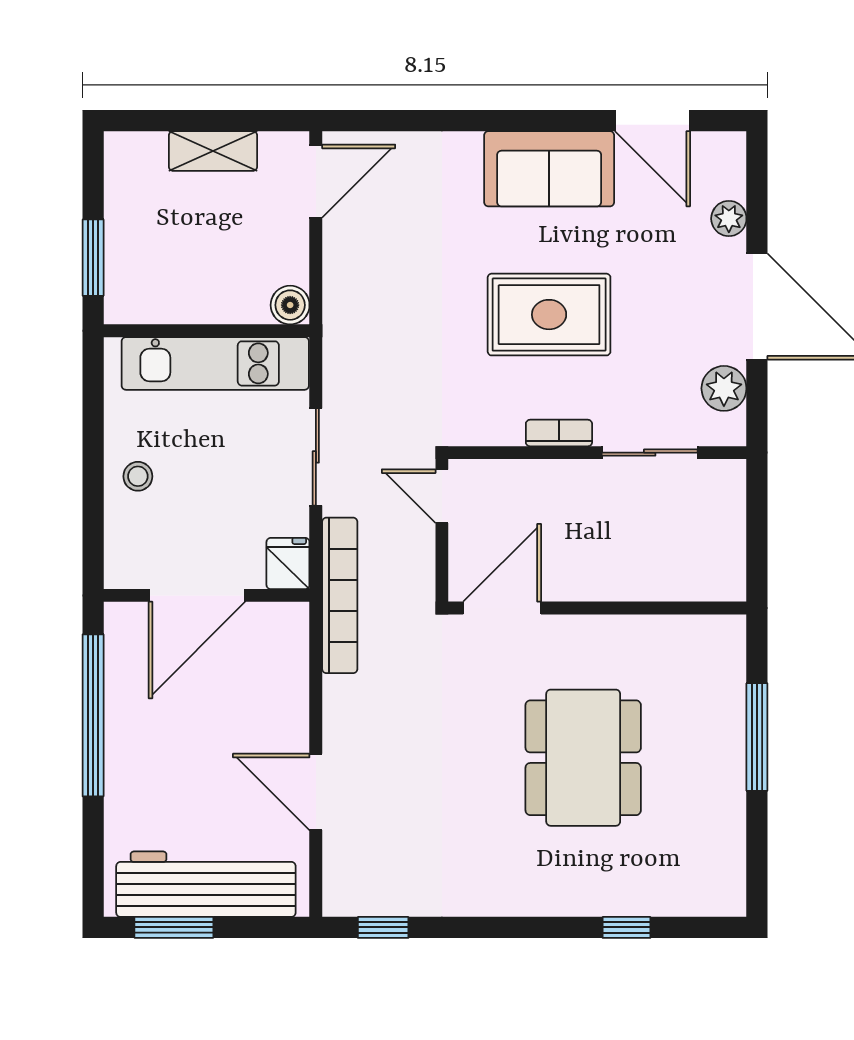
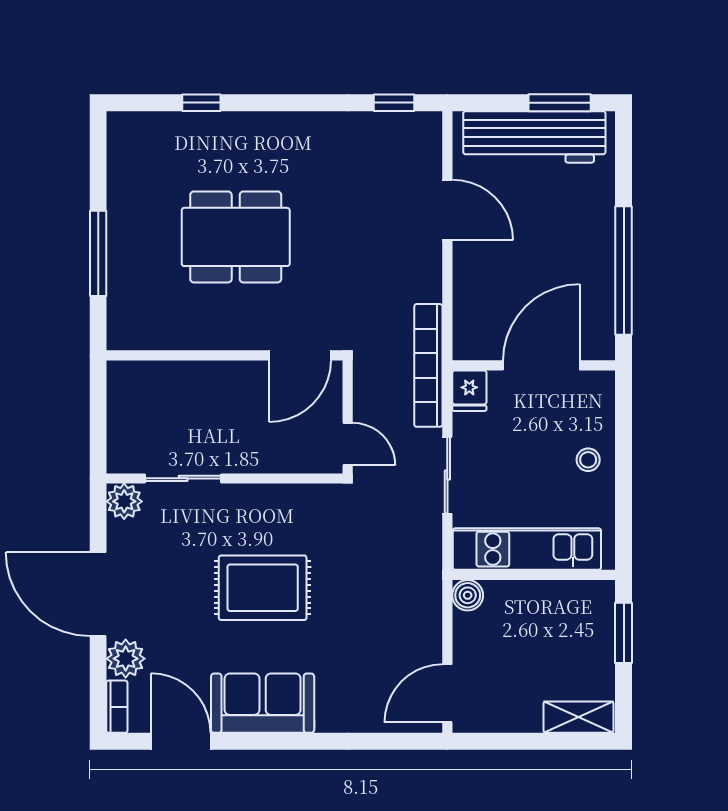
shelving: (213, 151) -> (579, 717), moved
plant: (729, 219) -> (126, 659), width x1.38, depth x1.38
plant: (724, 388) -> (124, 501), moved
bookcase: (559, 433) -> (117, 707), moved, turned -90
dining table: (583, 758) -> (236, 237), turned 90

